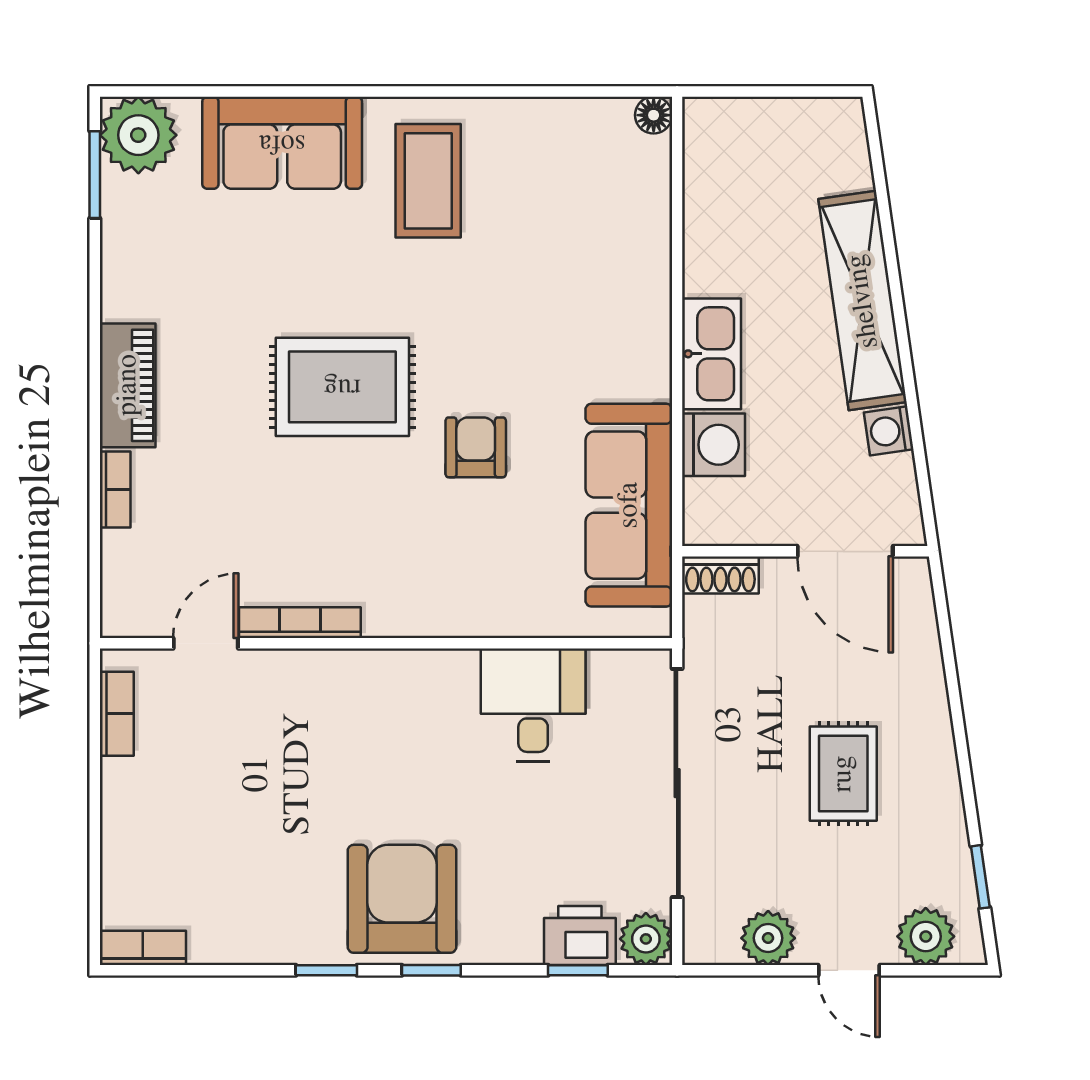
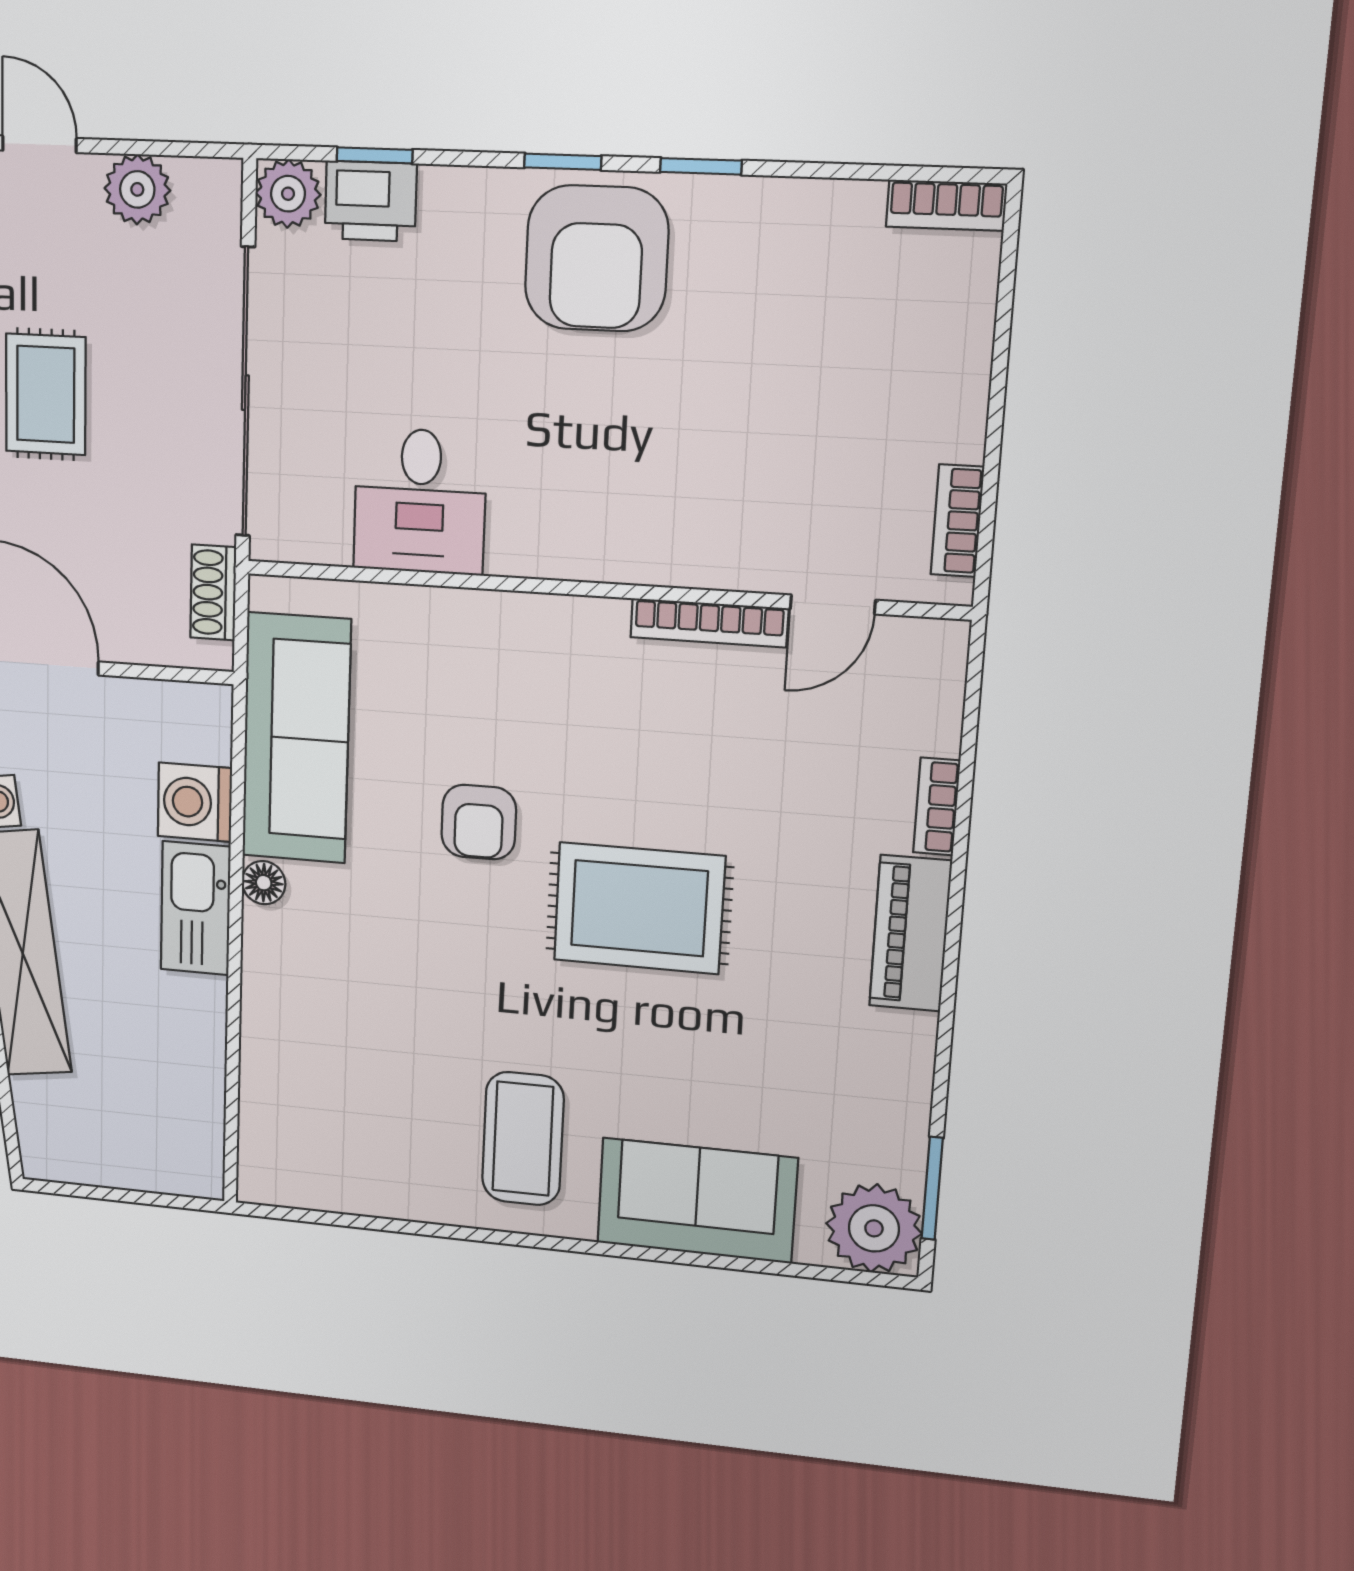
floor lamp: (654, 115) -> (264, 883), moved
shoe rack: (720, 575) -> (213, 592), moved, turned -90

